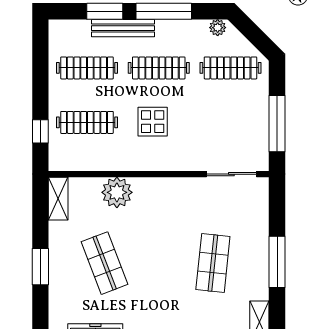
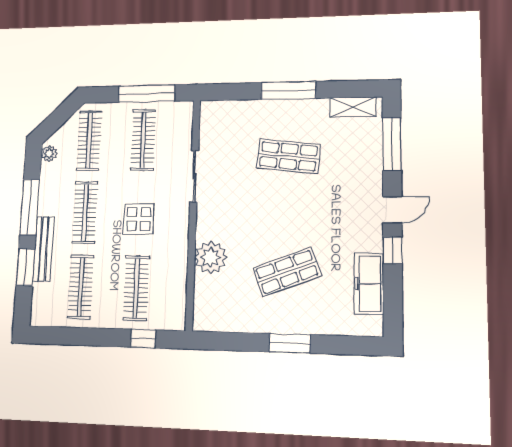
clothes rail: (230, 122) -> (143, 140), added
sliding door: (231, 174) -> (194, 176), moved
shelving: (58, 199) -> (215, 321), removed

